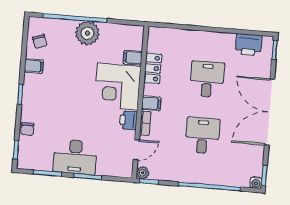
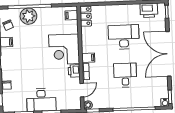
plant: (87, 33) -> (28, 16), moved
filing cabinet: (133, 58) -> (71, 15), moved
locker: (153, 68) -> (86, 16), moved
desk: (207, 79) -> (124, 37), width x1.37

